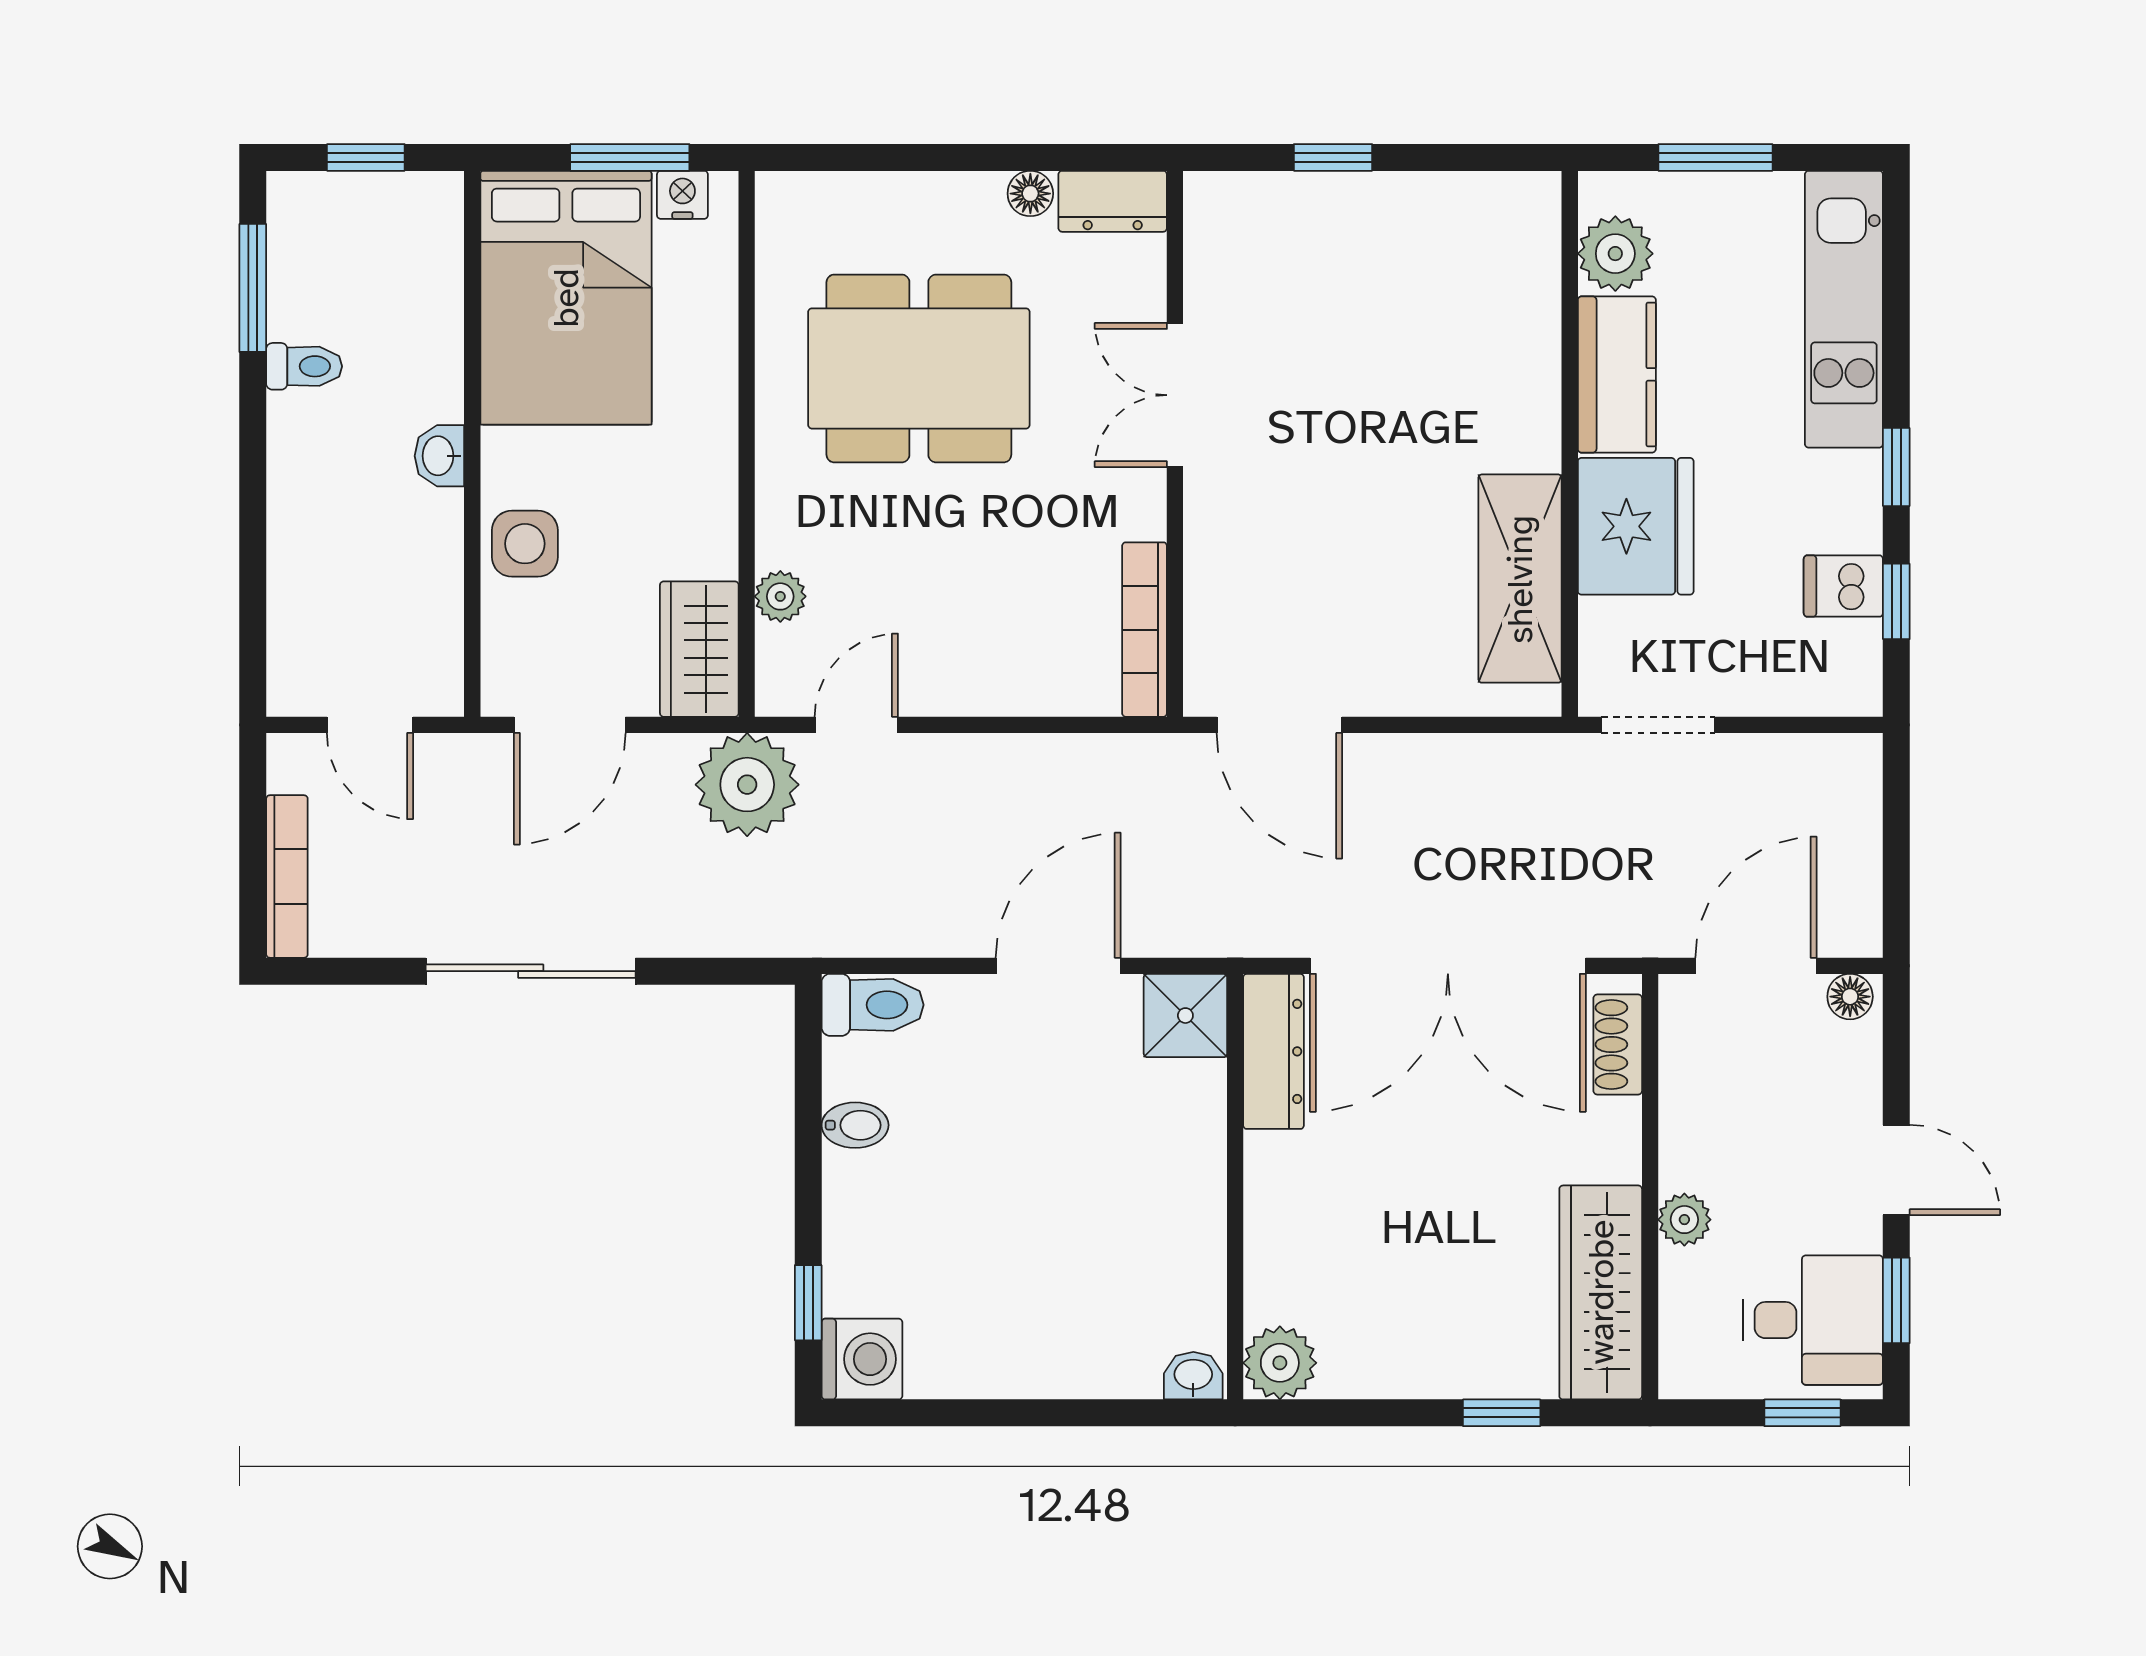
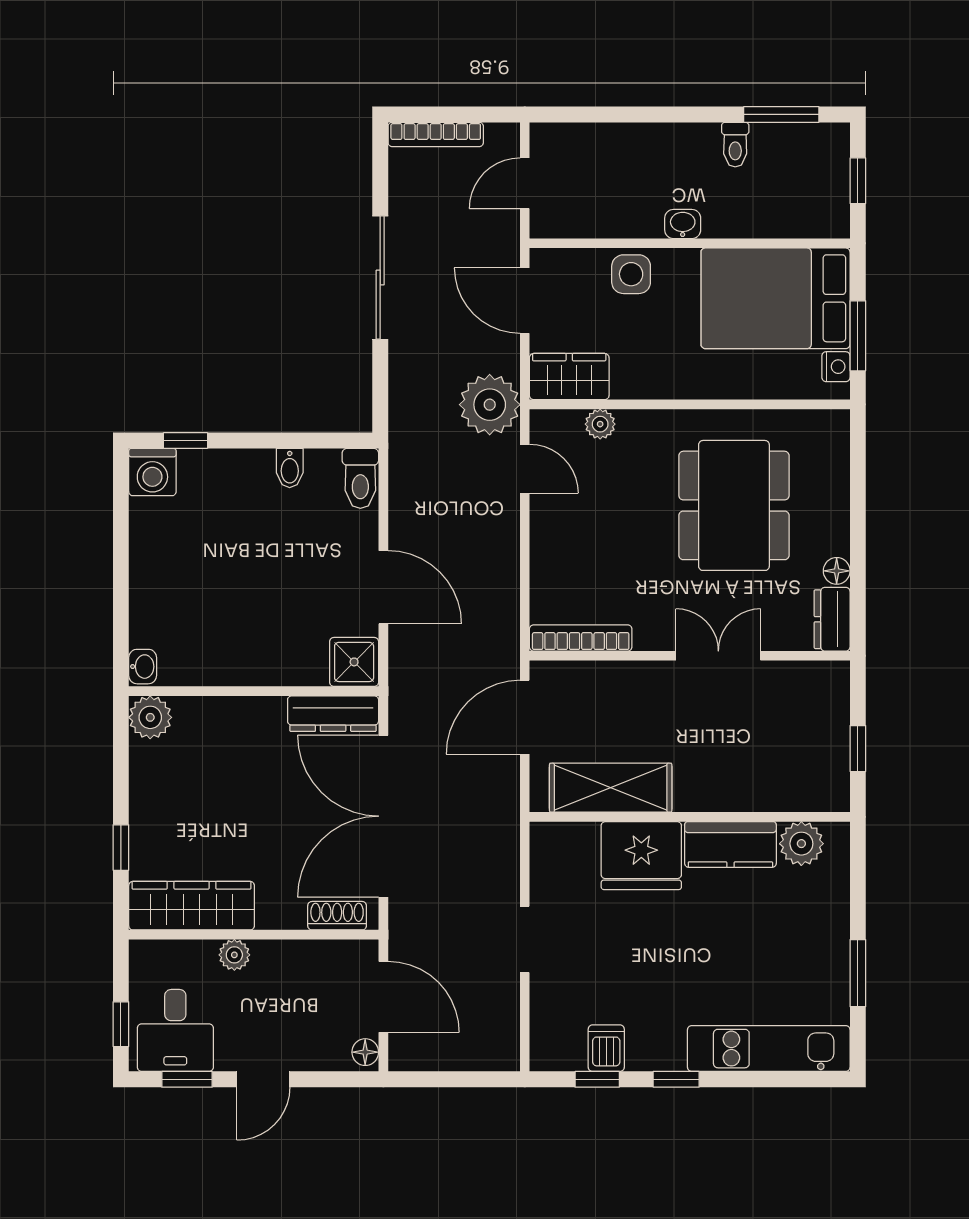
plant: (1615, 254) -> (801, 844), moved
kitchen counter: (1617, 374) -> (730, 844), moved
wall: (1570, 444) -> (690, 817), moved
fridge: (1636, 526) -> (641, 856), moved
shelving: (1520, 579) -> (611, 788), moved

